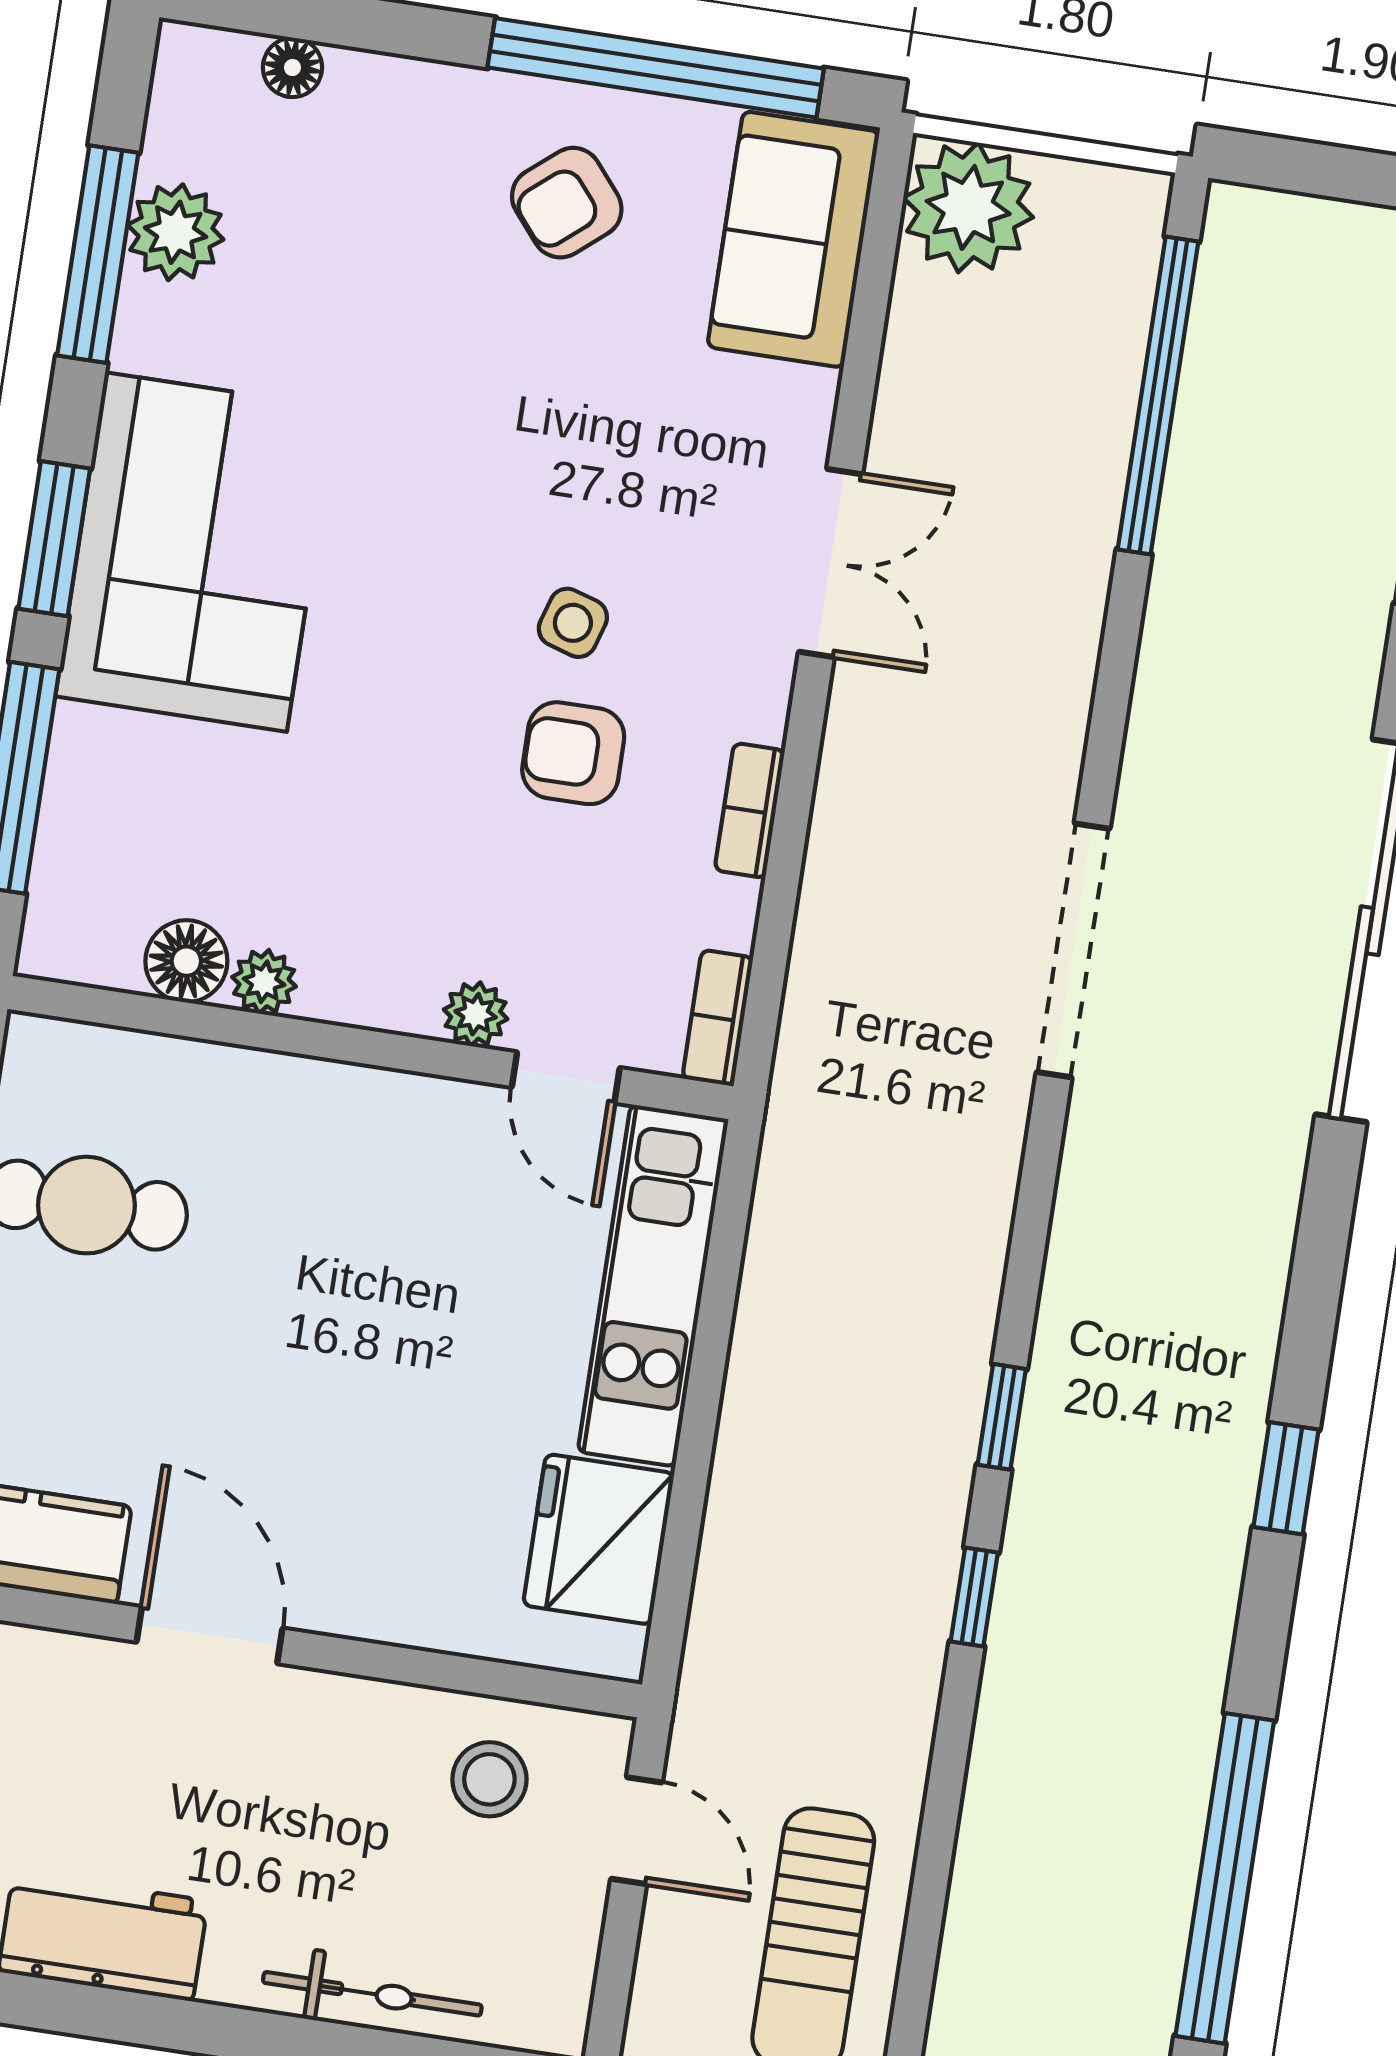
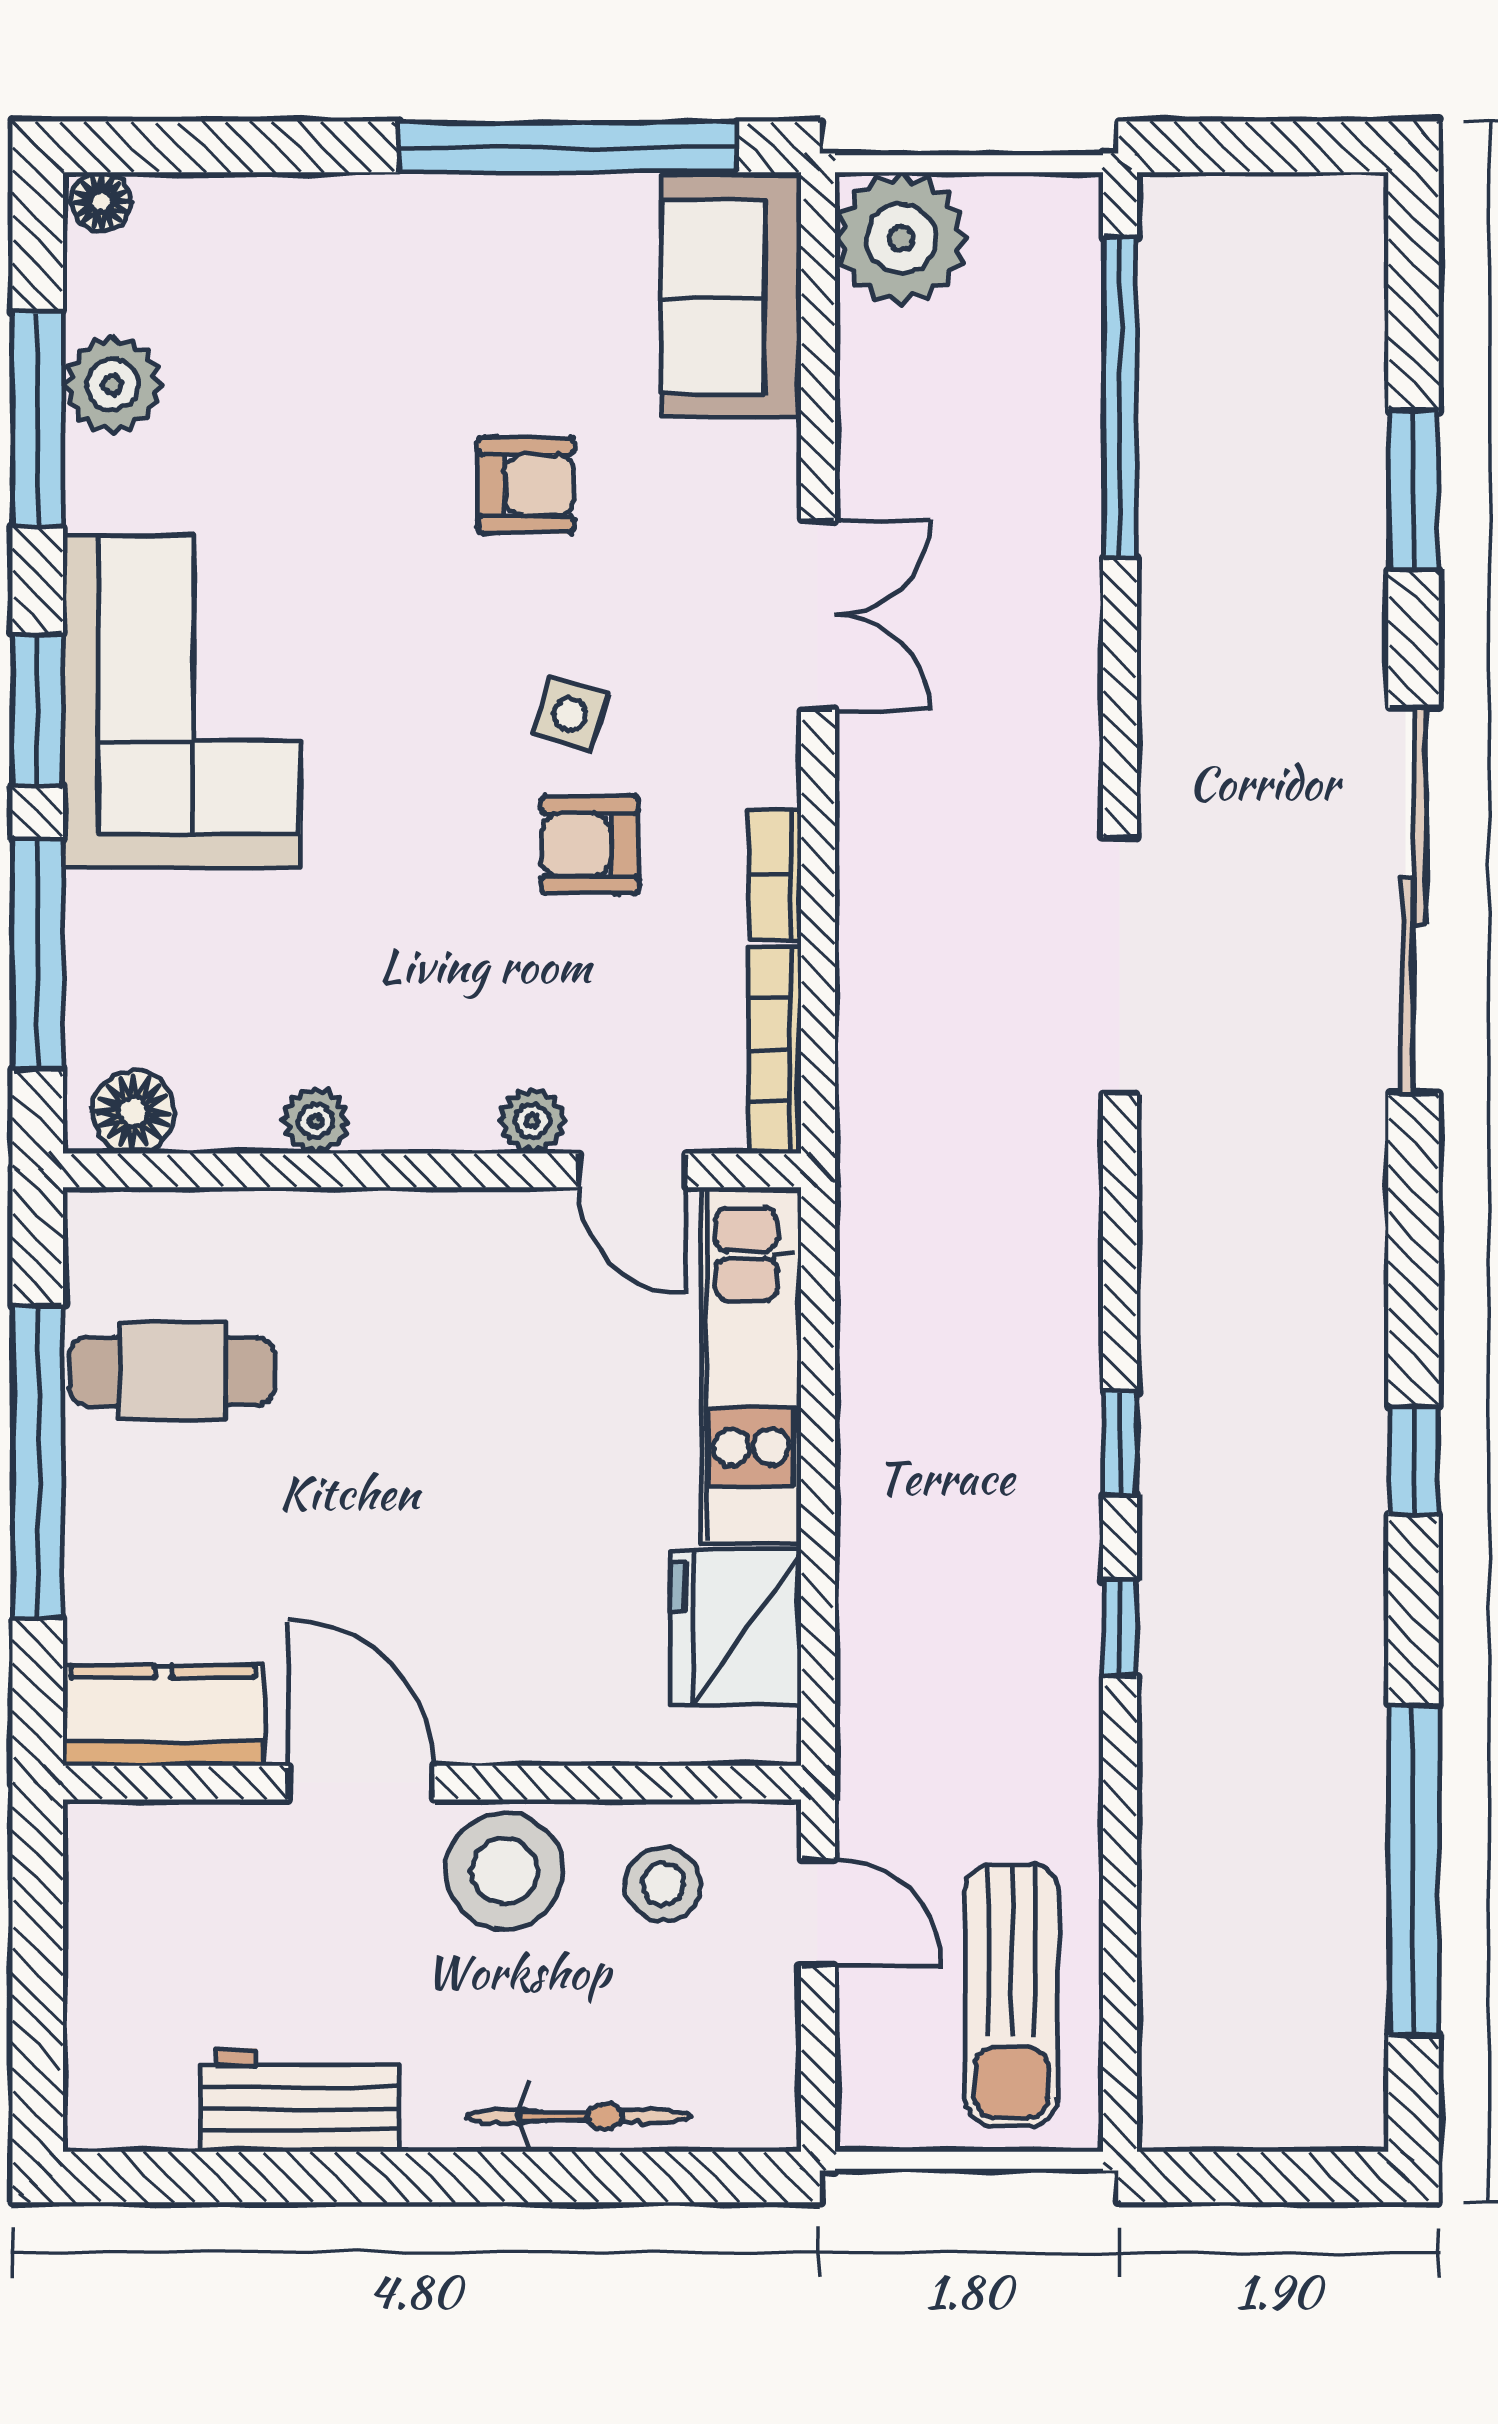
floor lamp: (292, 67) -> (101, 202), moved
armchair: (567, 203) -> (526, 485), moved, turned -140
floor lamp: (186, 961) -> (133, 1112), moved
bookcase: (718, 1018) -> (775, 1050), width x1.56
stool: (336, 1743) -> (504, 1871), added

